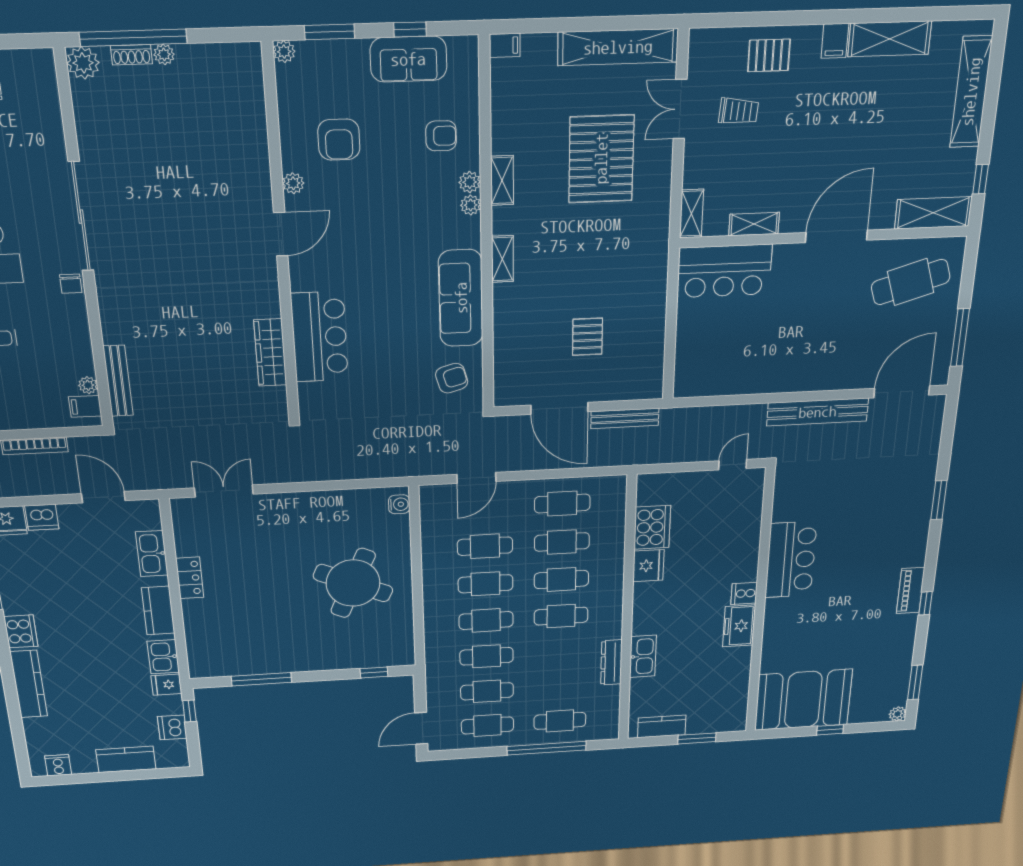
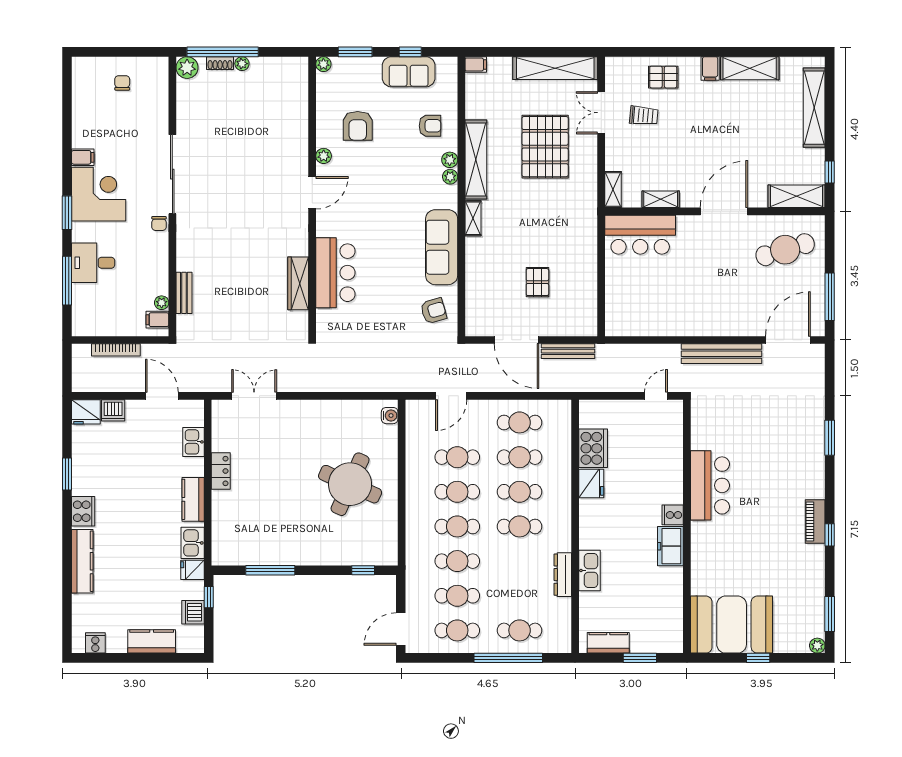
shelving: (502, 180) -> (476, 159), width x2.20, depth x1.33
bench: (118, 381) -> (184, 293), width x0.73
kitchen sink: (152, 554) -> (193, 442), width x0.73

